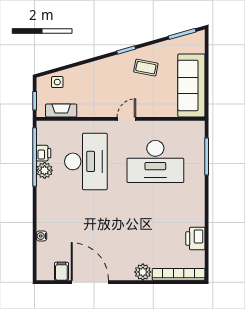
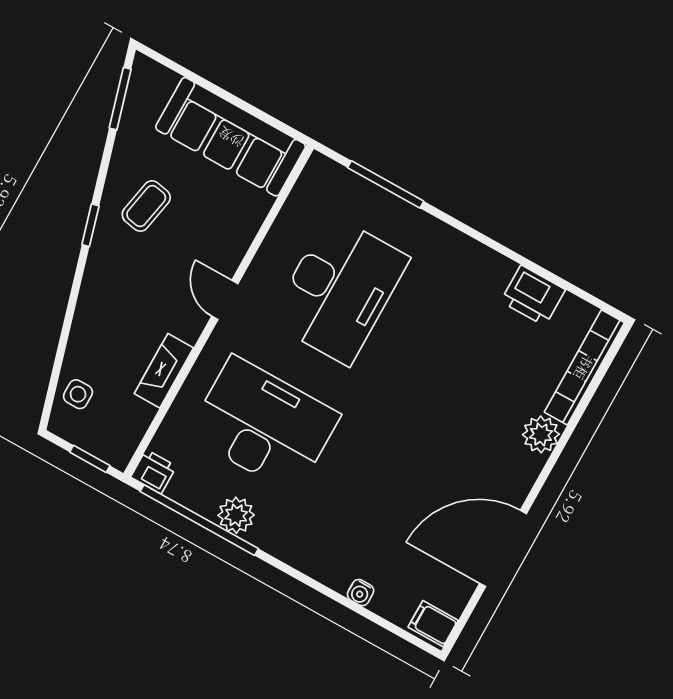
fireplace: (61, 110) -> (164, 371), moved
printer: (44, 153) -> (154, 472), moved
filing cabinet: (61, 271) -> (433, 624), moved

